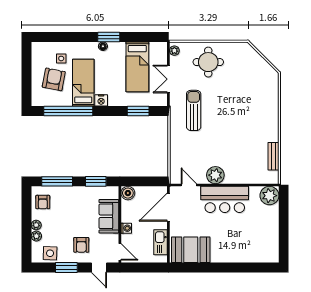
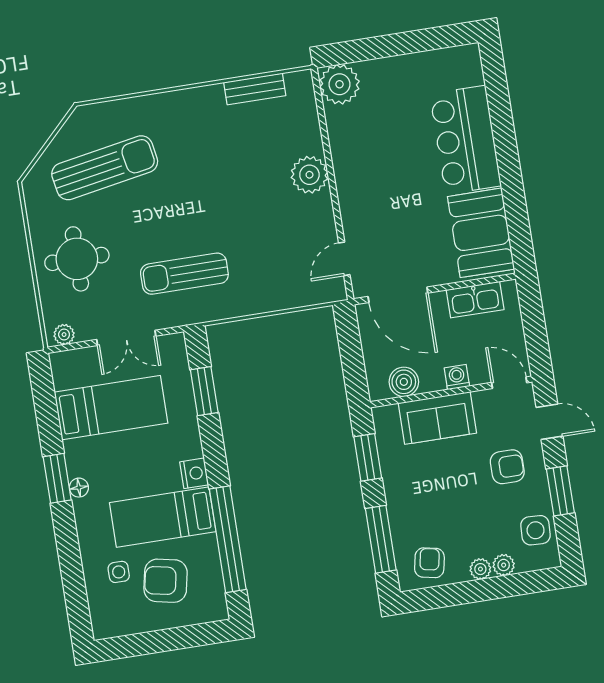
sun lounger: (248, 81) -> (105, 168), added
plant: (215, 175) -> (309, 175), moved
boiler: (128, 193) -> (404, 382), moved
bar counter: (225, 199) -> (466, 140), moved, turned 180
armchair: (43, 202) -> (429, 563), turned -79
door: (120, 252) -> (509, 383), hinge flipped
door: (99, 268) -> (549, 422), hinge flipped

